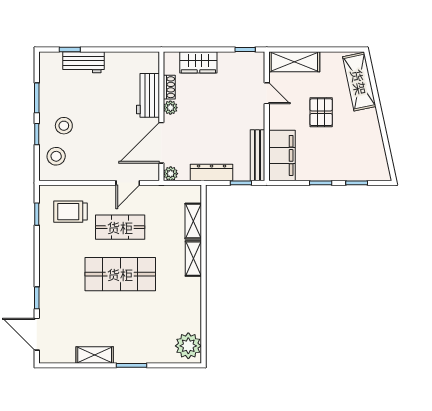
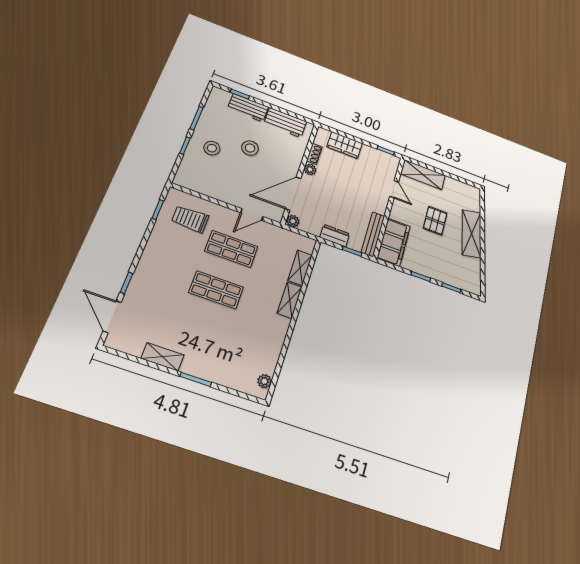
shelving: (359, 82) -> (472, 234), moved
workbench: (148, 95) -> (285, 123), moved, turned -90
stool: (56, 156) -> (250, 148), moved
dresser: (212, 172) -> (335, 236), width x0.70
shop shelf: (120, 274) -> (216, 290), width x0.70, depth x0.74
plant: (188, 346) -> (264, 381), width x0.53, depth x0.53

